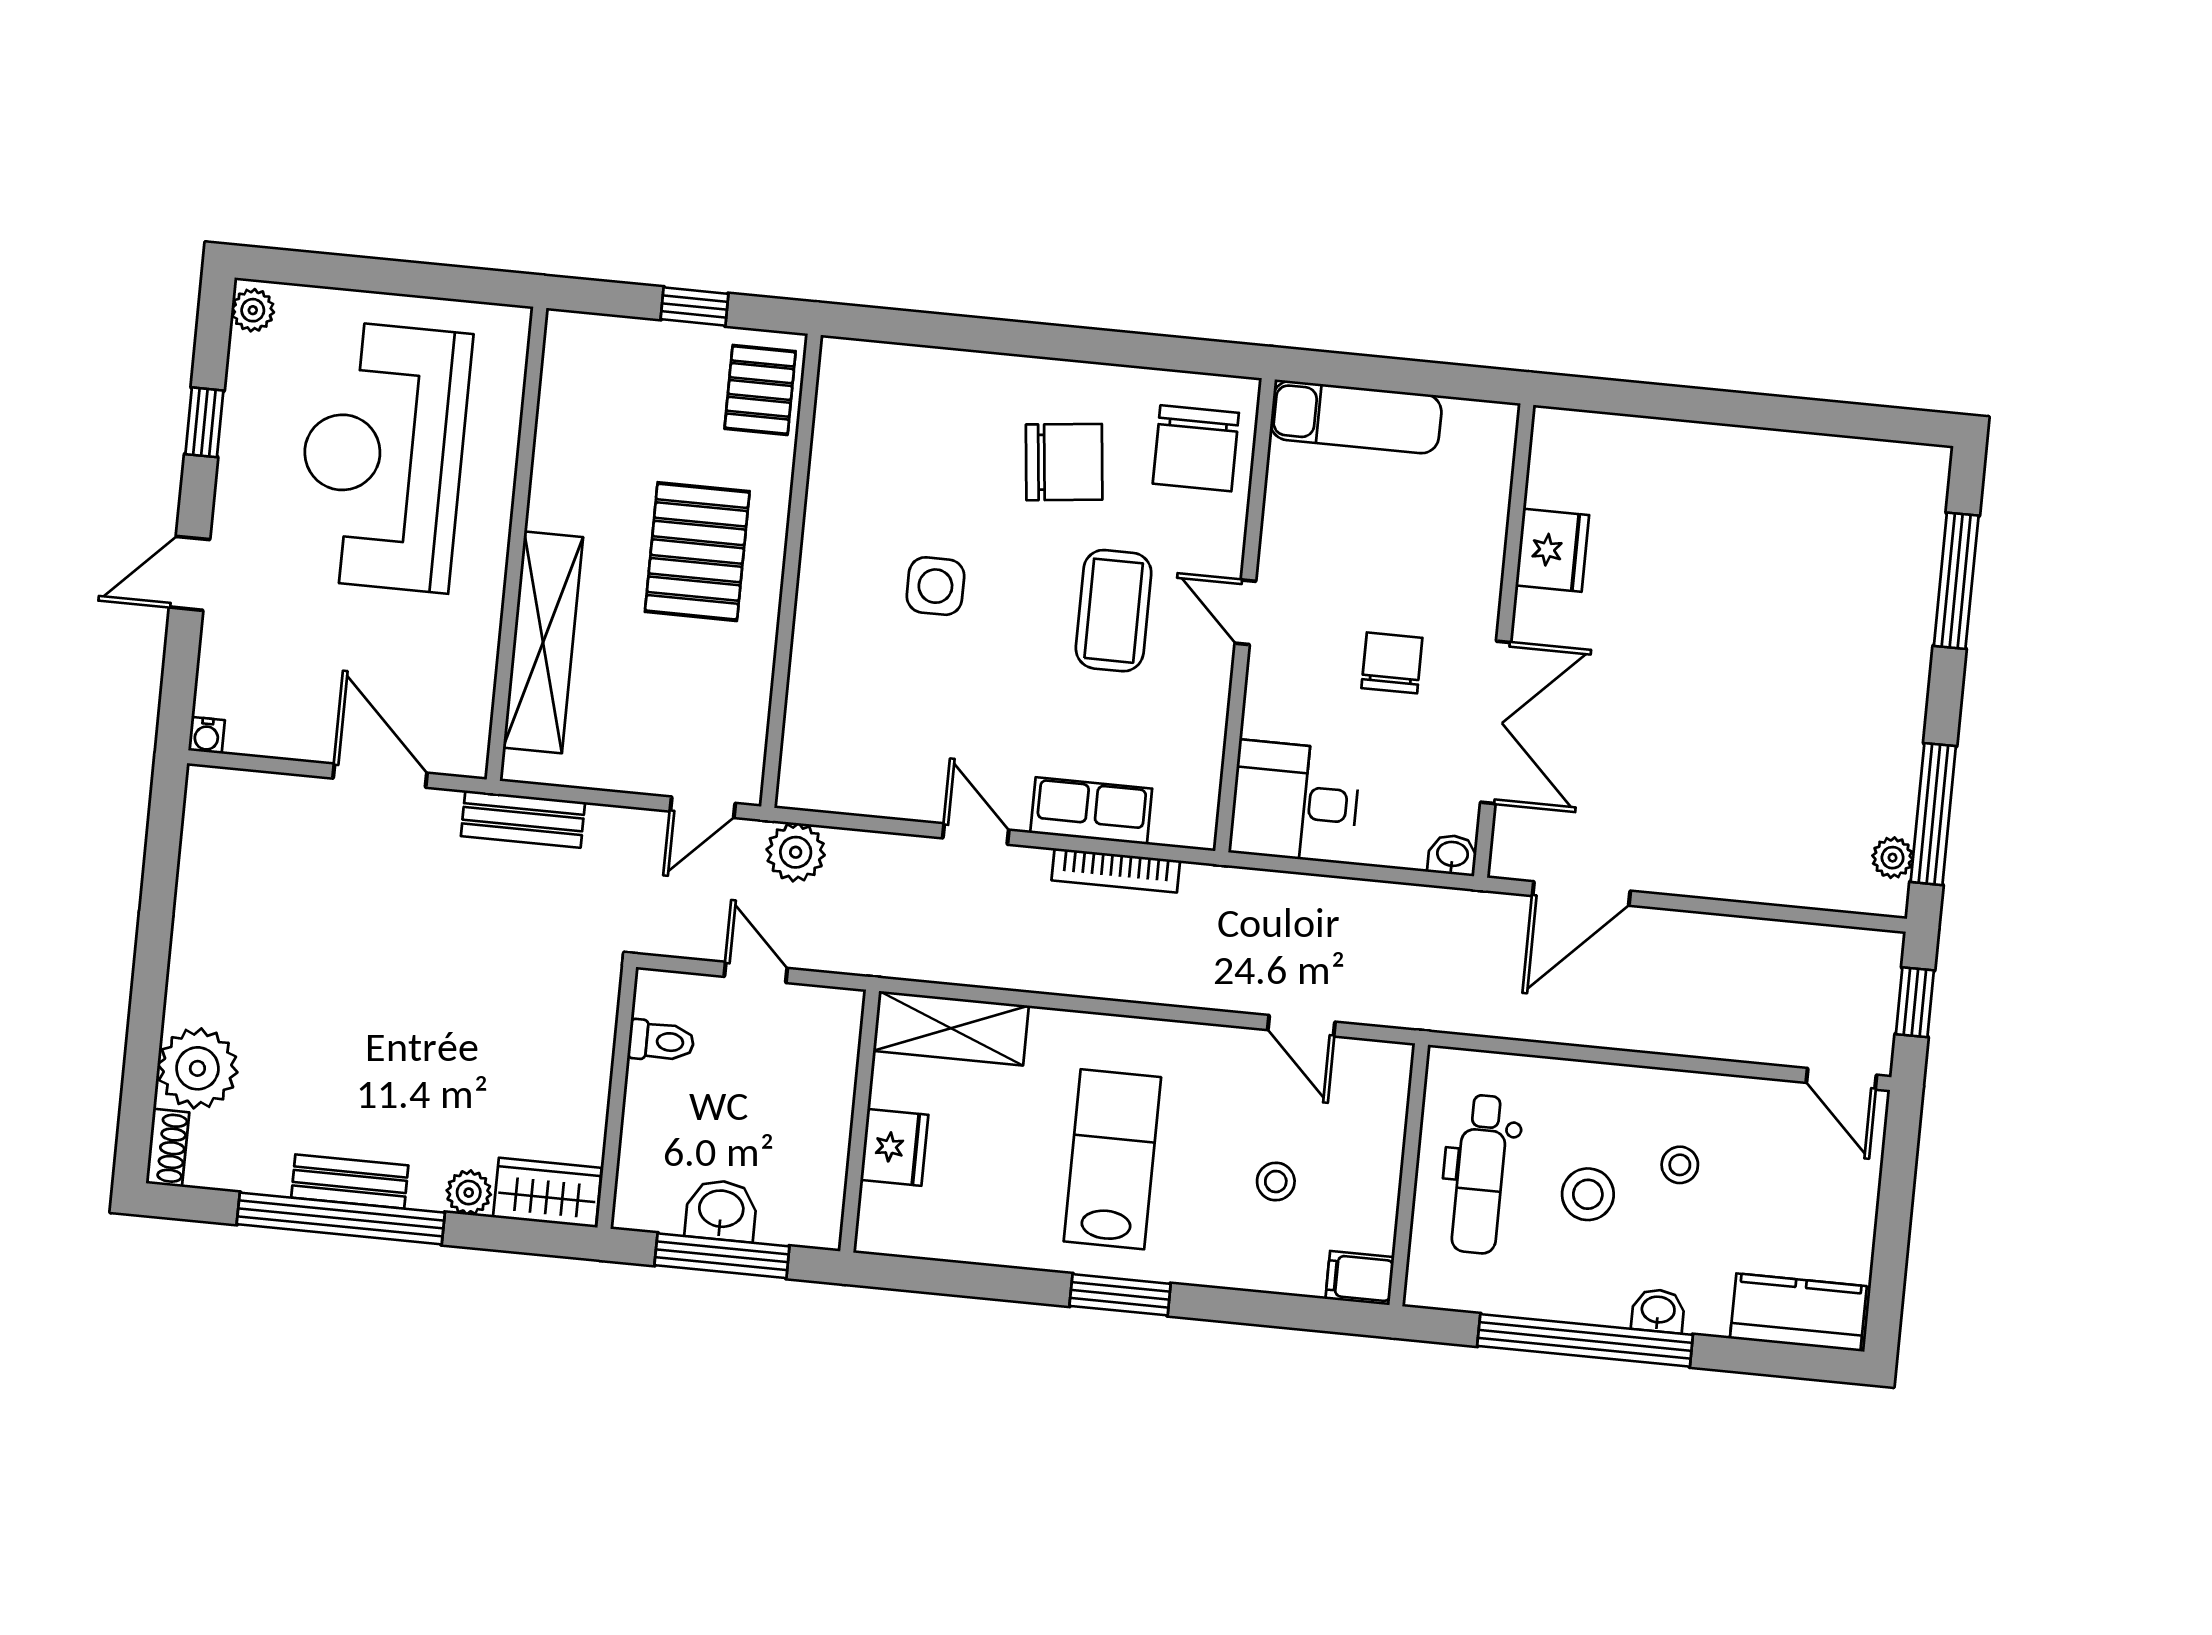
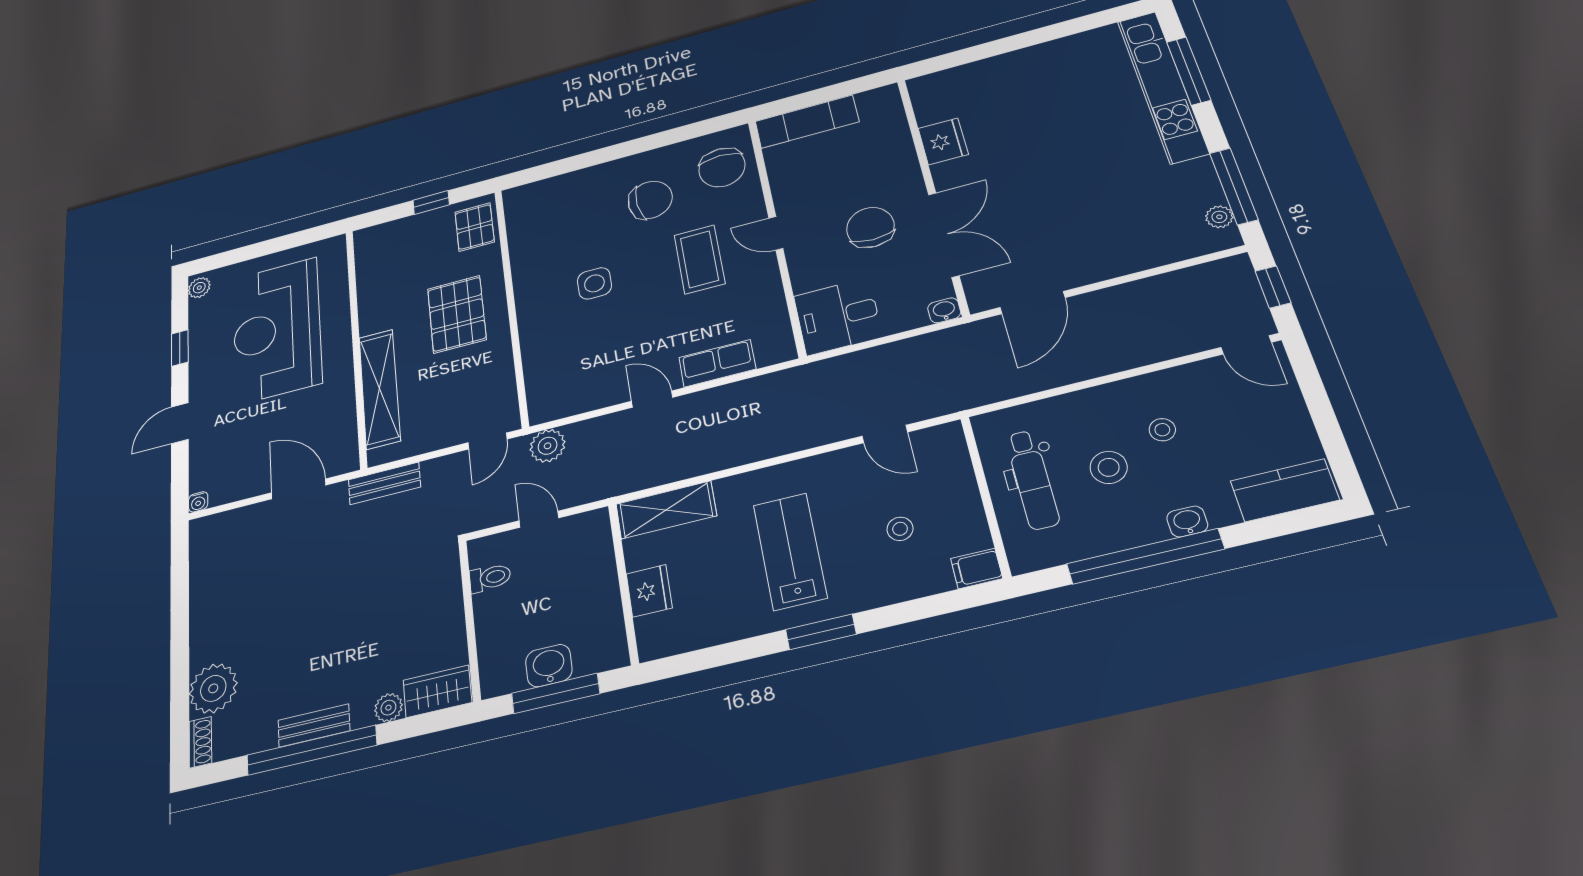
kitchen unit: (1908, 592) -> (1162, 86), added
chair: (1392, 663) -> (870, 227), width x1.37, depth x1.37
bookcase: (1116, 870) -> (742, 389), removed

